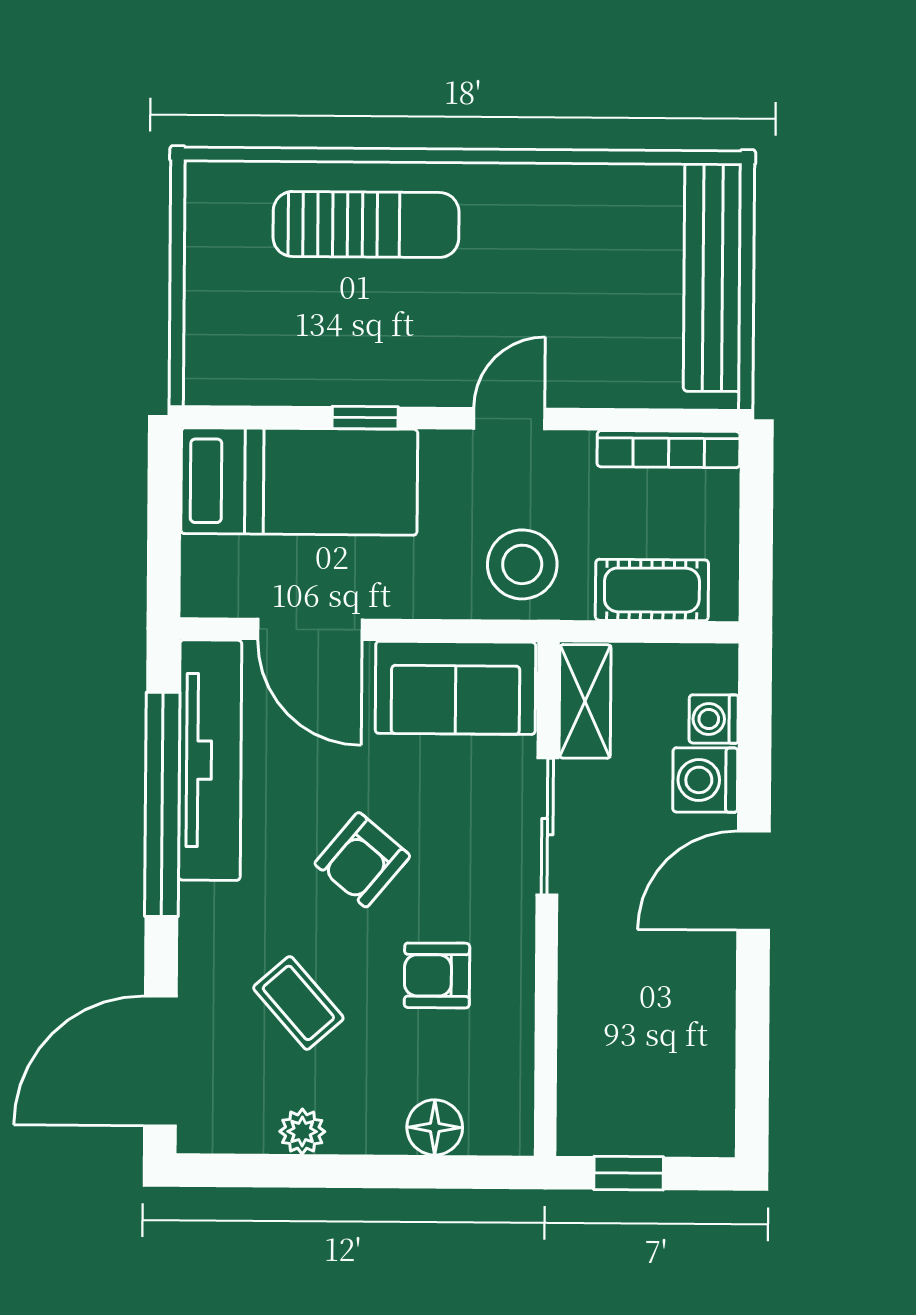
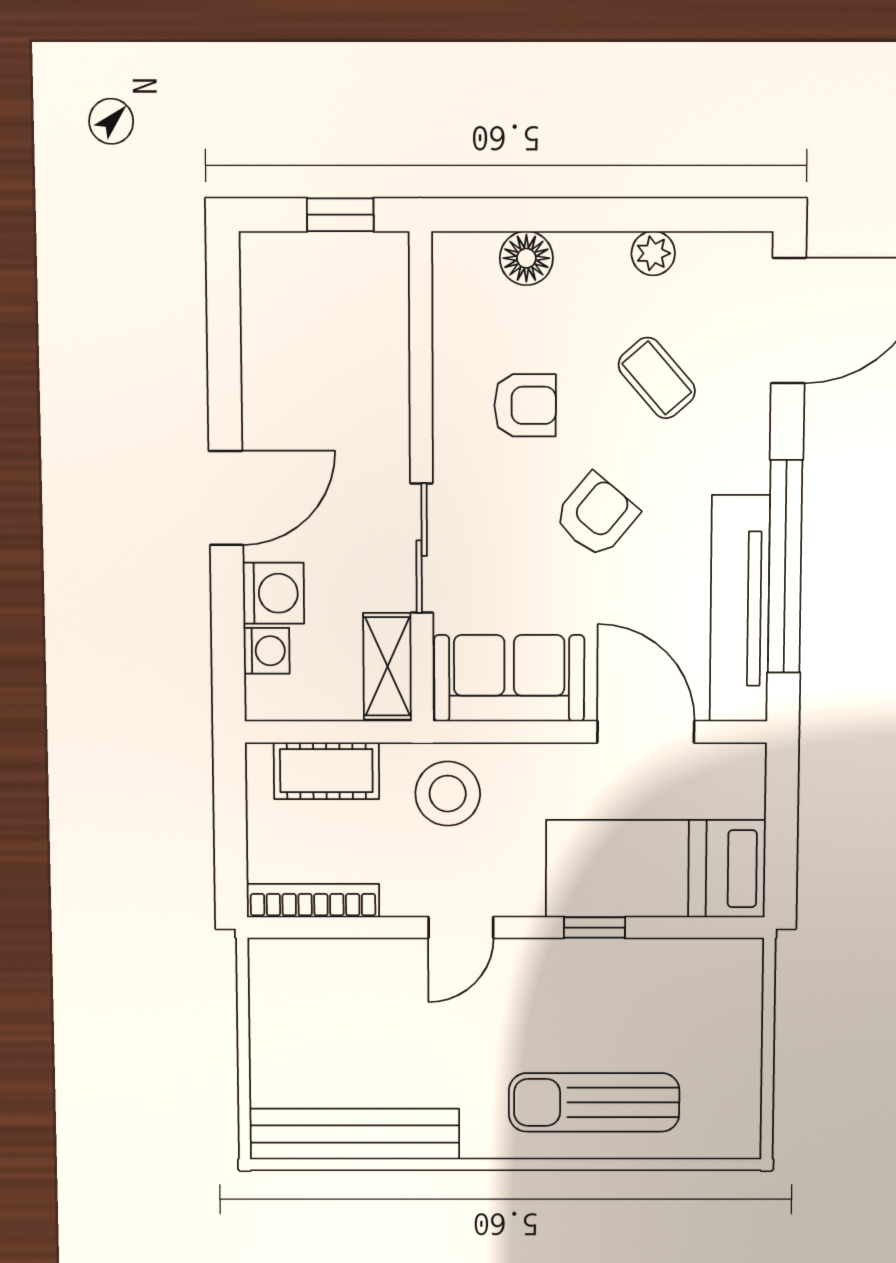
bench: (713, 277) -> (354, 1134), moved, turned 90

